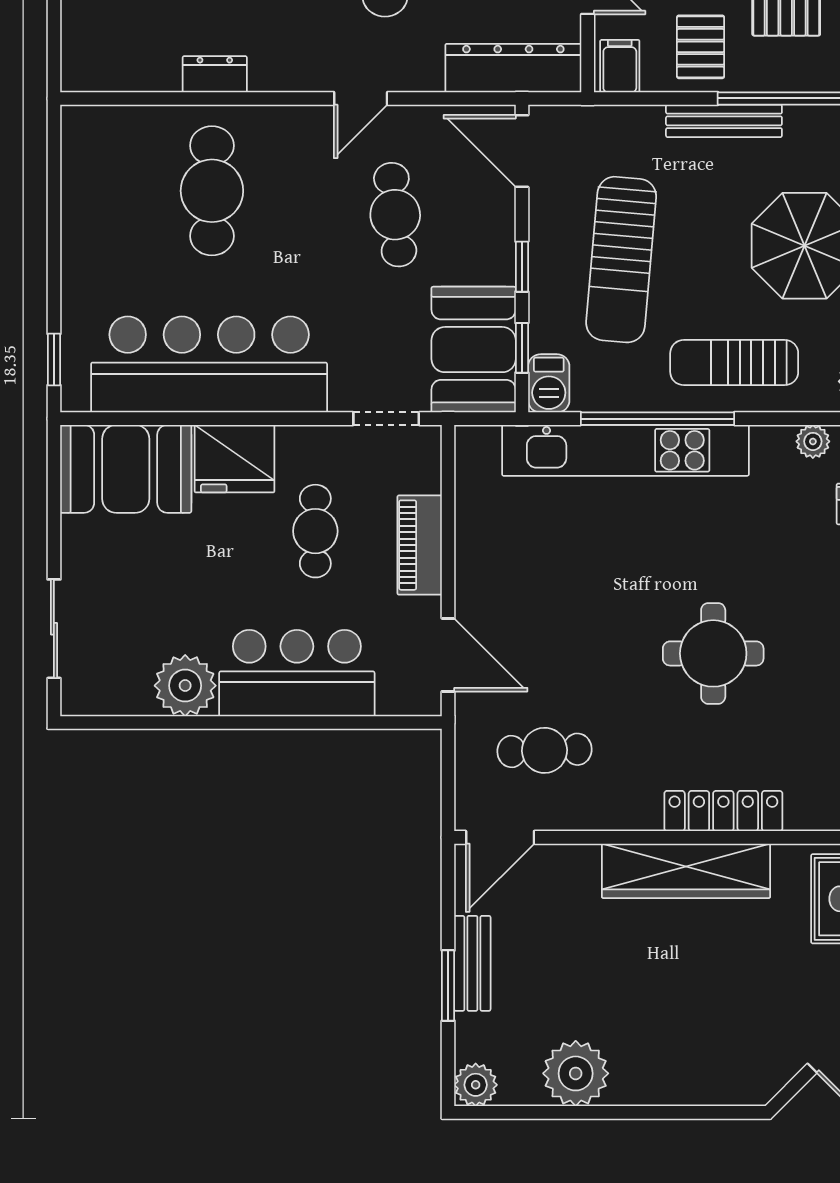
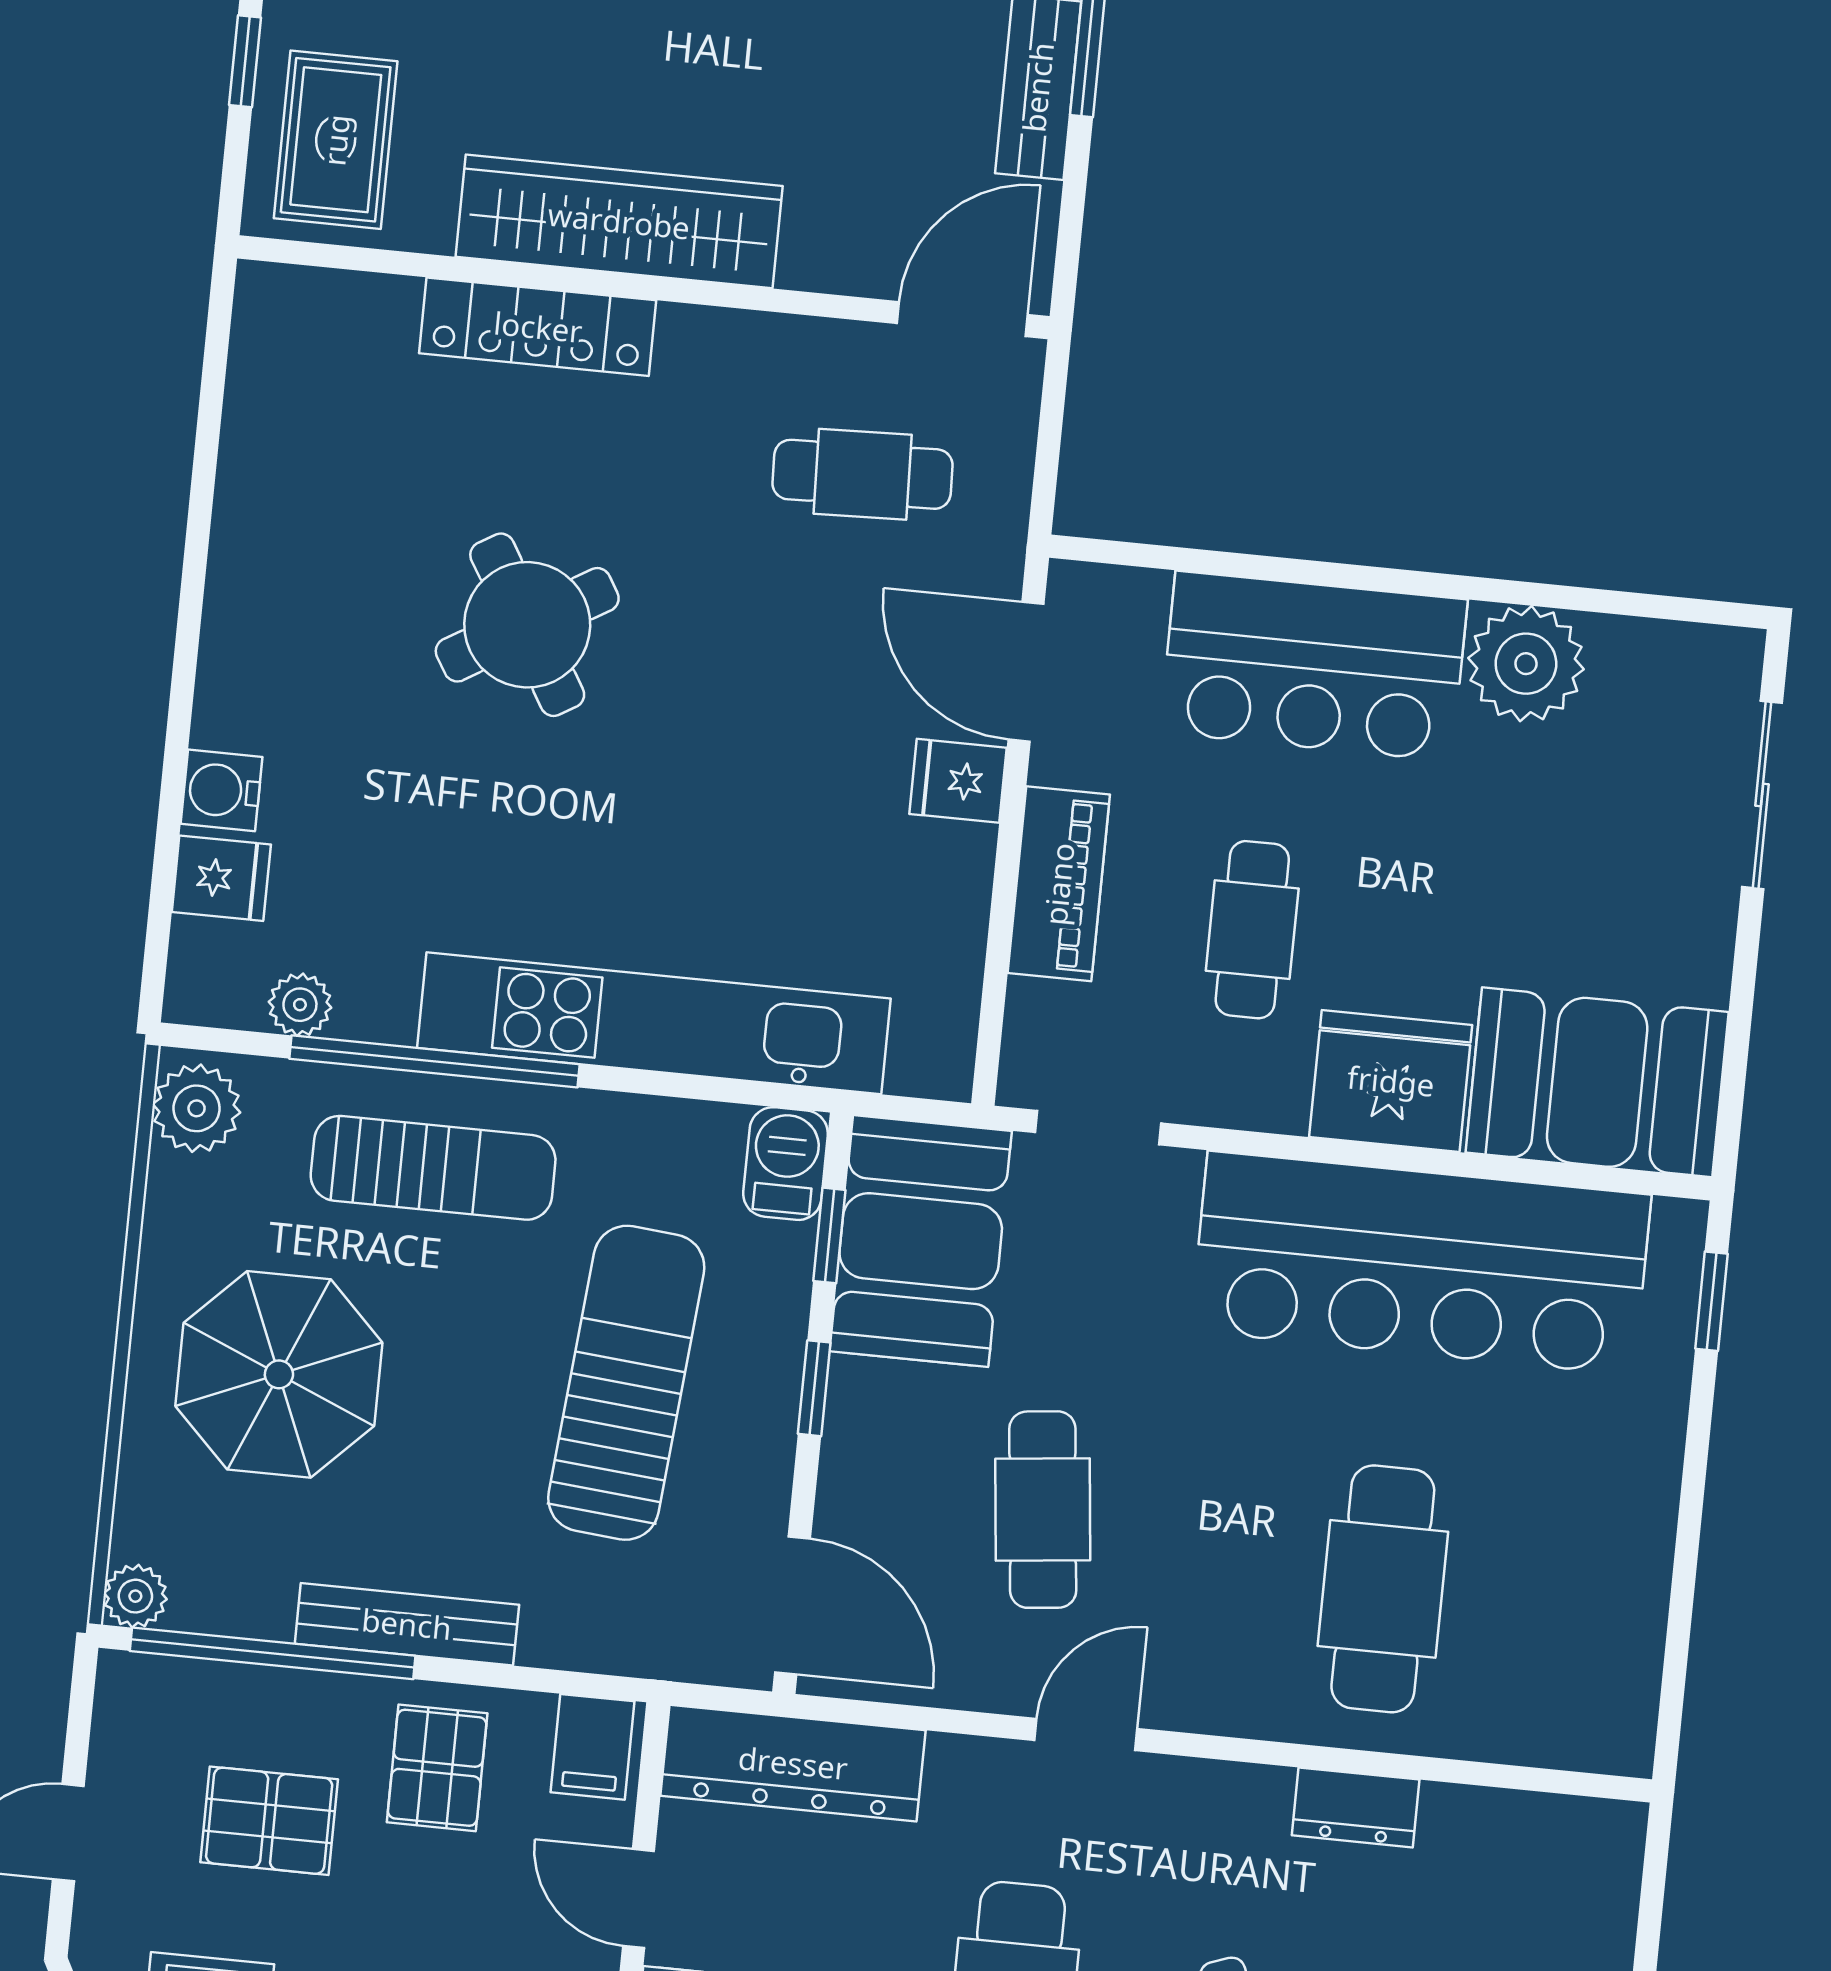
window: (658, 419) -> (434, 1061), moved
fridge: (478, 594) -> (958, 781), added
round table: (713, 653) -> (527, 625), turned -31

